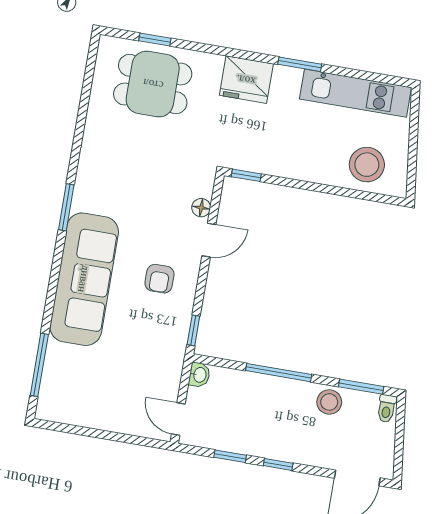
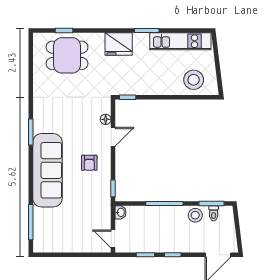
toilet: (387, 409) -> (214, 213), moved

